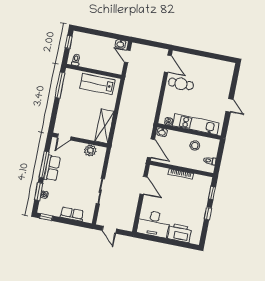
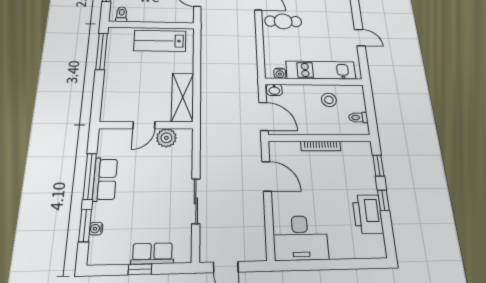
door: (64, 137) -> (144, 125), moved
window: (46, 217) -> (140, 269), moved
printer: (180, 233) -> (368, 214), moved, turned -90

